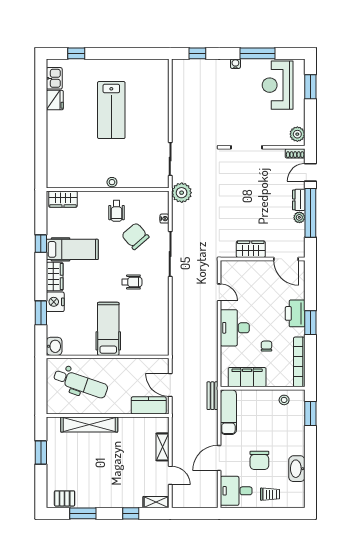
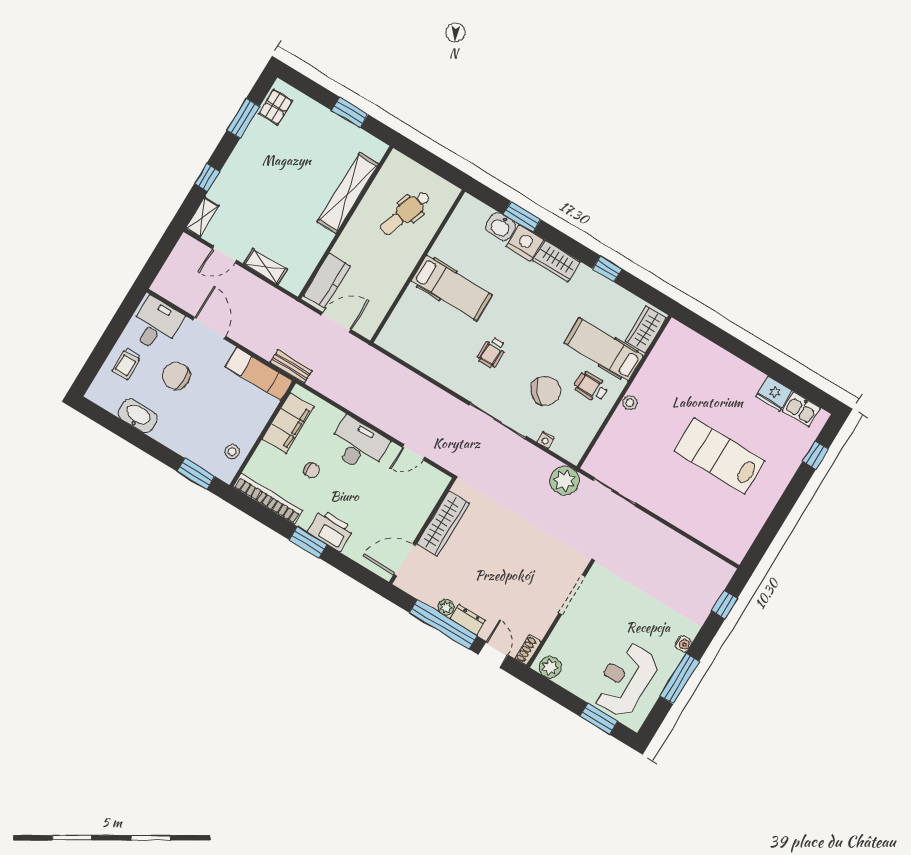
reception desk: (278, 85) -> (625, 680), turned -90
hospital bed: (72, 249) -> (604, 350), moved, turned 90
wardrobe: (251, 249) -> (443, 524), width x1.50
washbasin: (54, 346) -> (501, 226), moved
dental chair: (81, 383) -> (405, 213), width x0.73, depth x0.72

